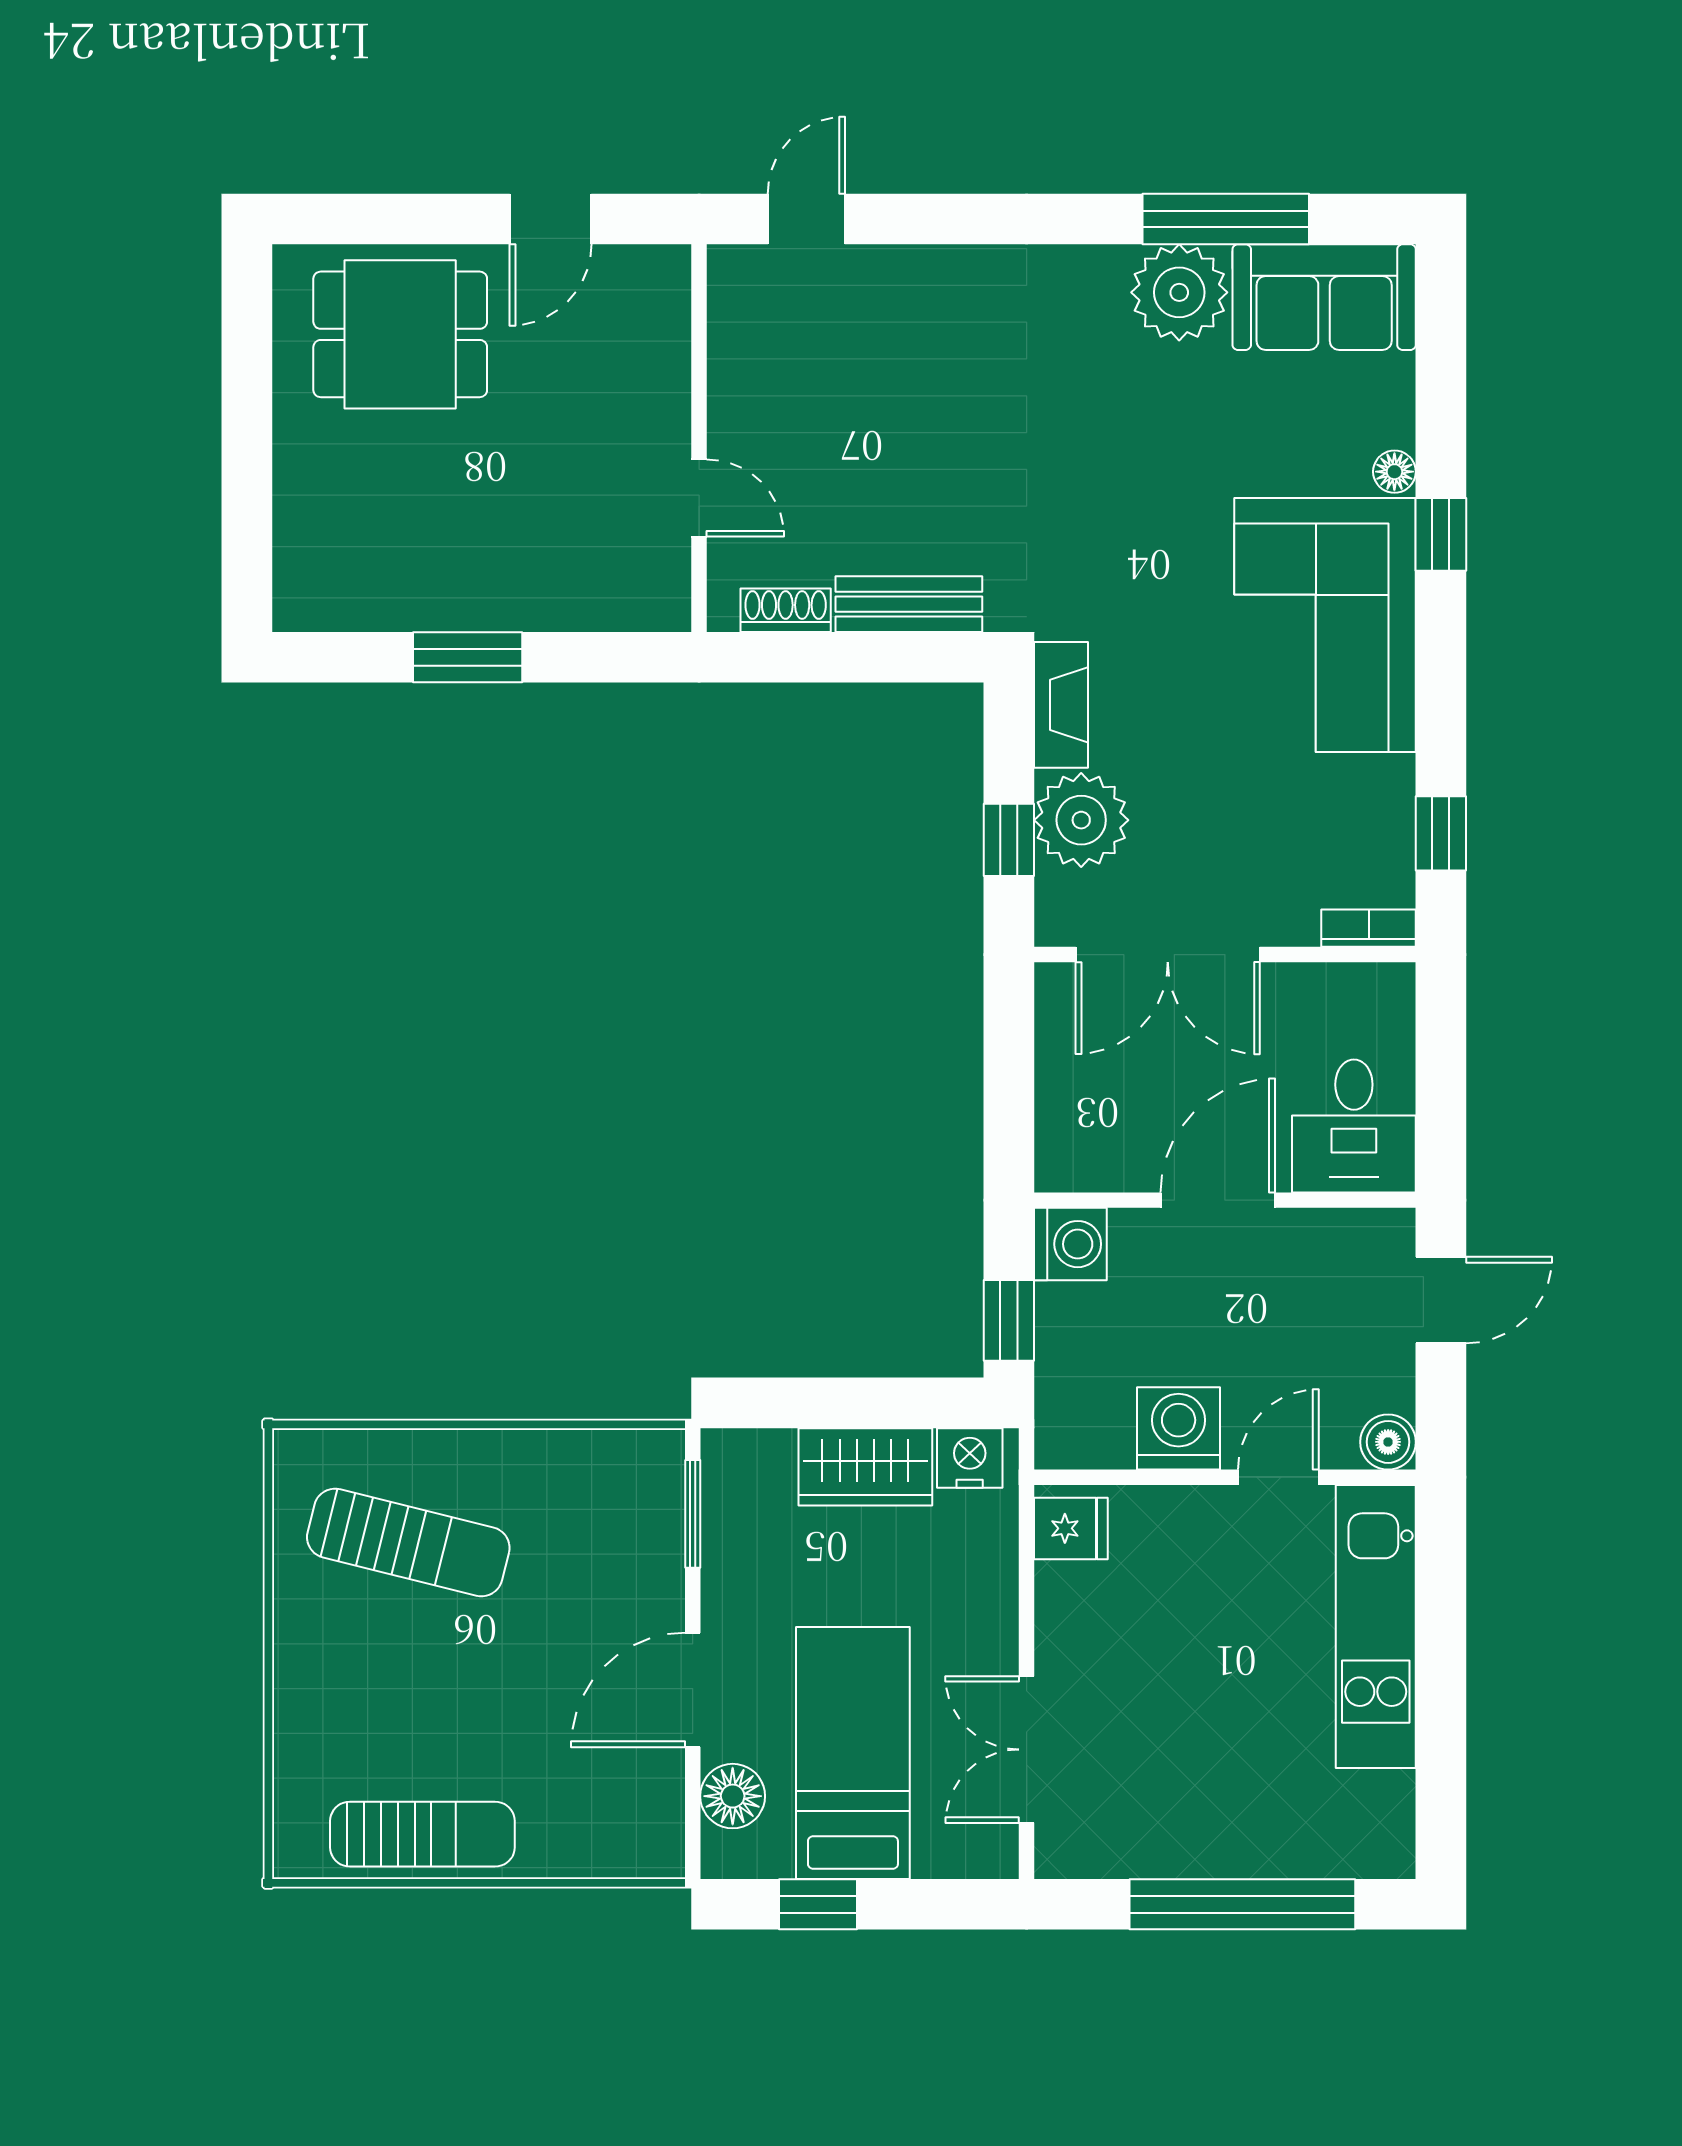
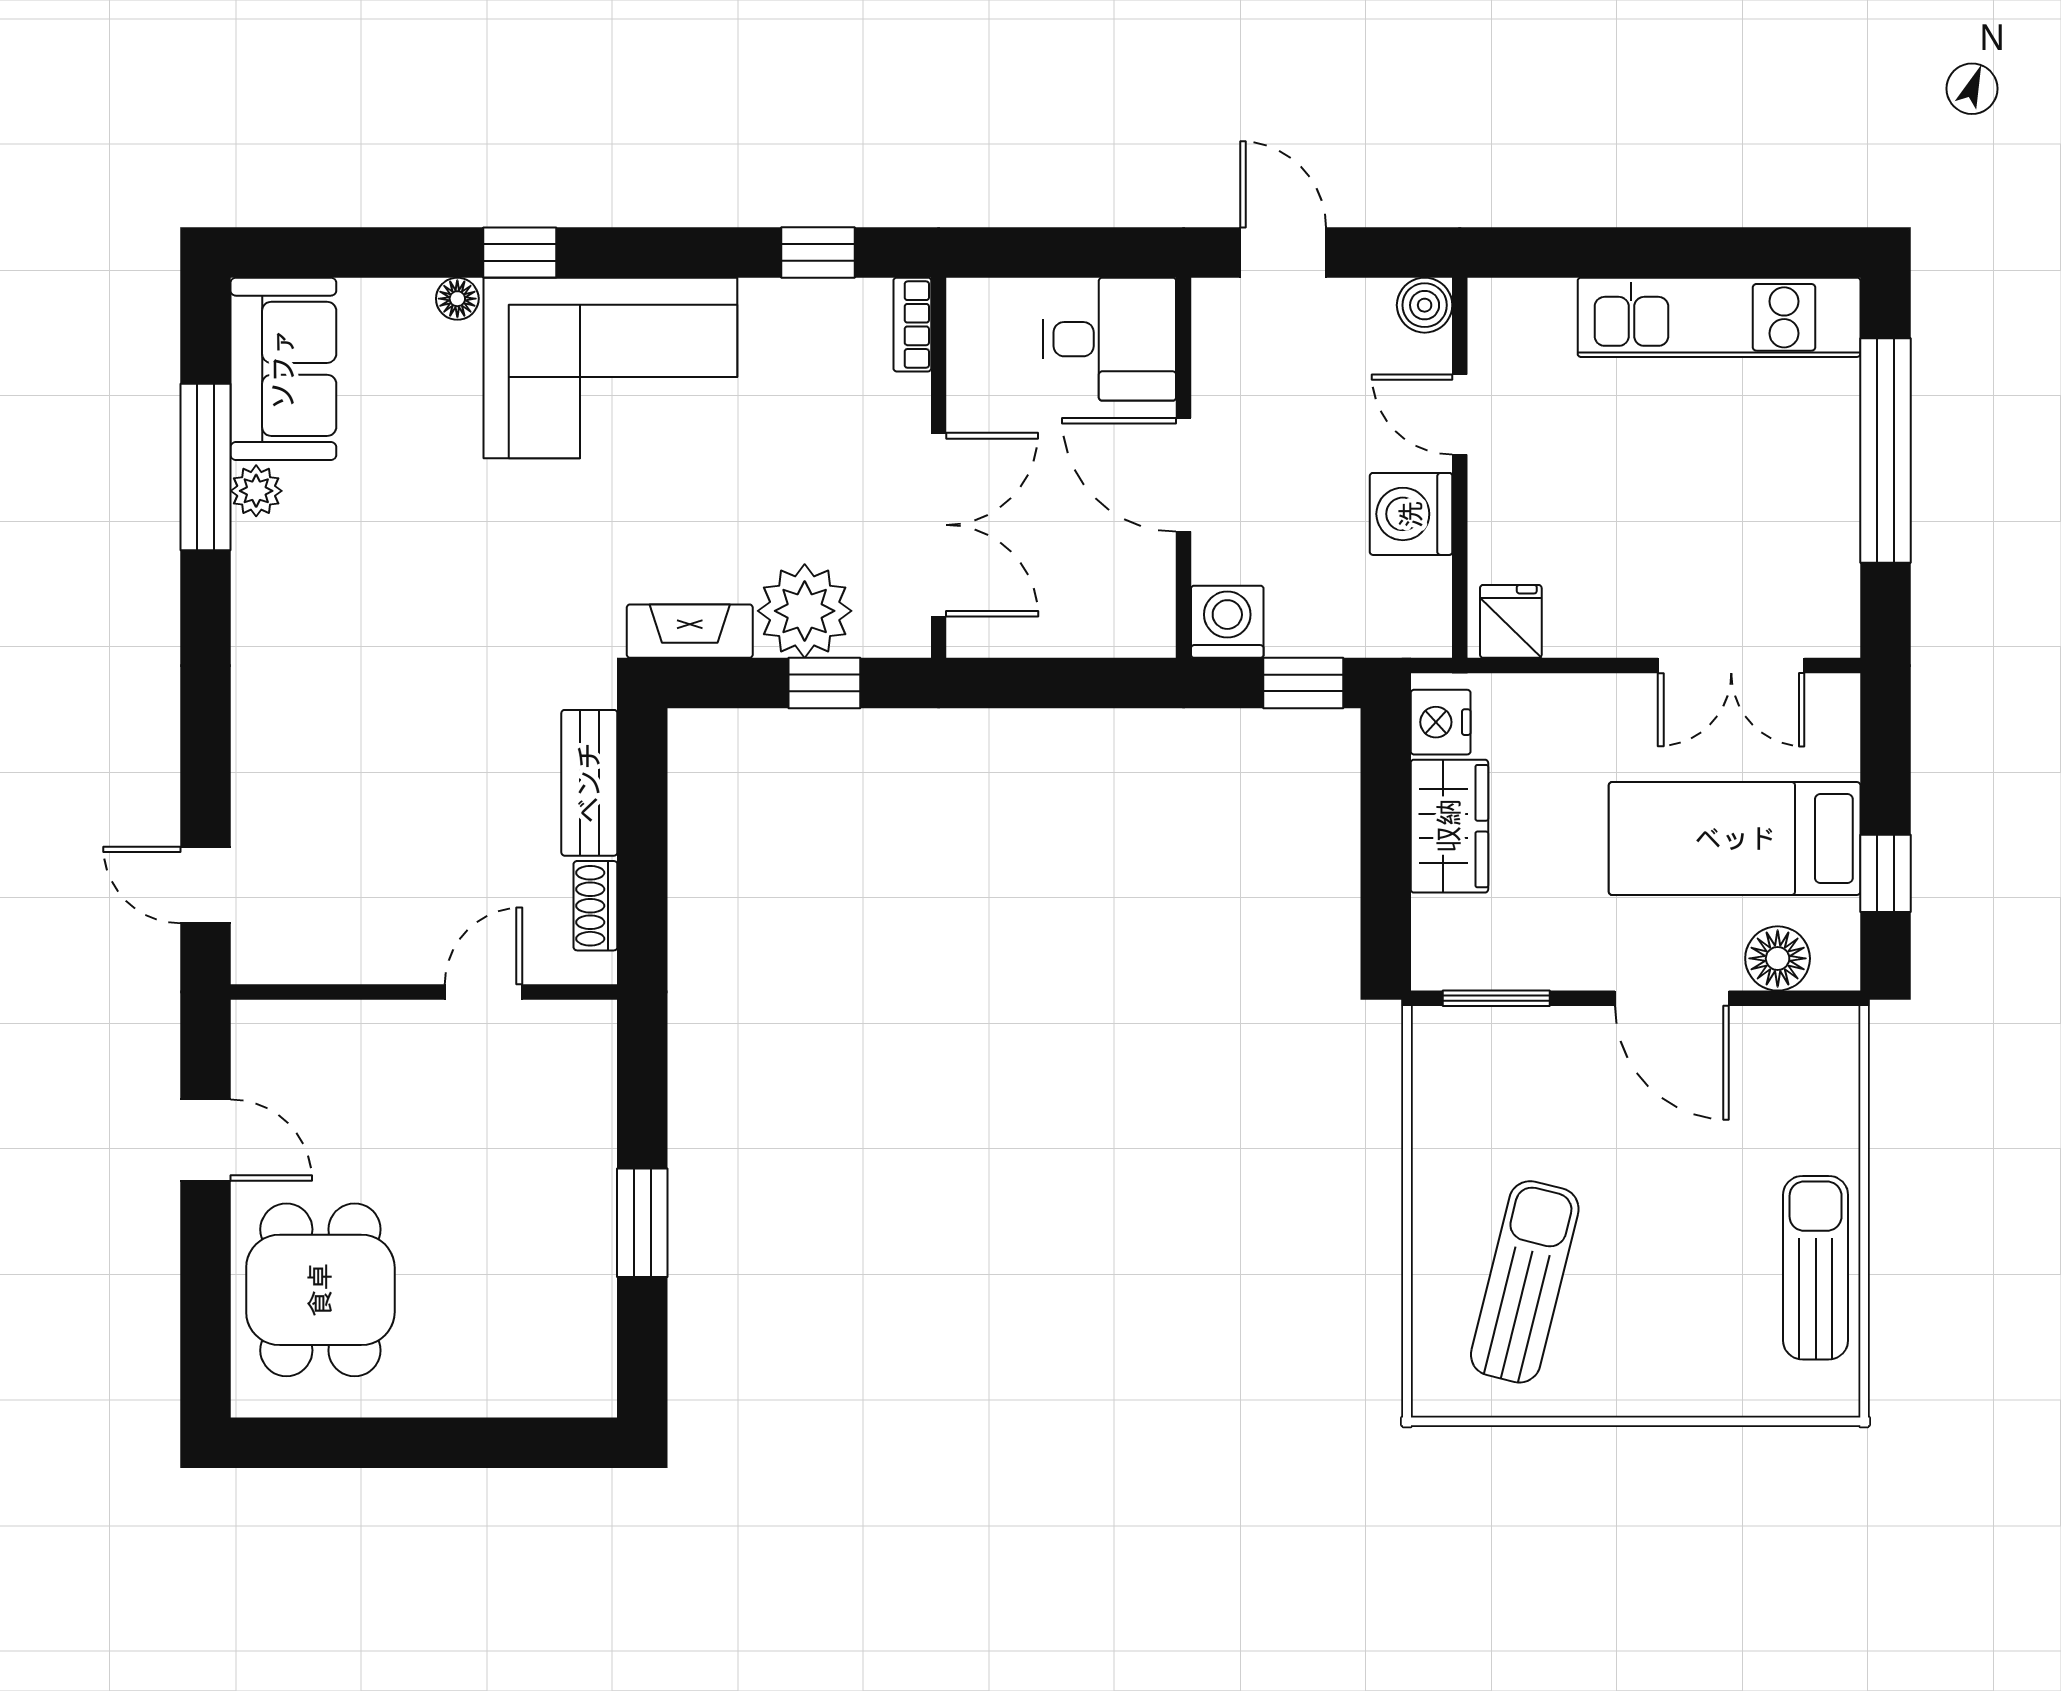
plant: (1179, 292) -> (256, 491), width x0.53, depth x0.53
kitchen unit: (1376, 1626) -> (1719, 317), moved

